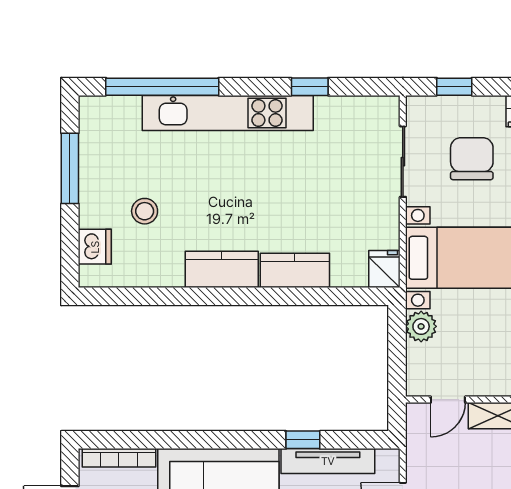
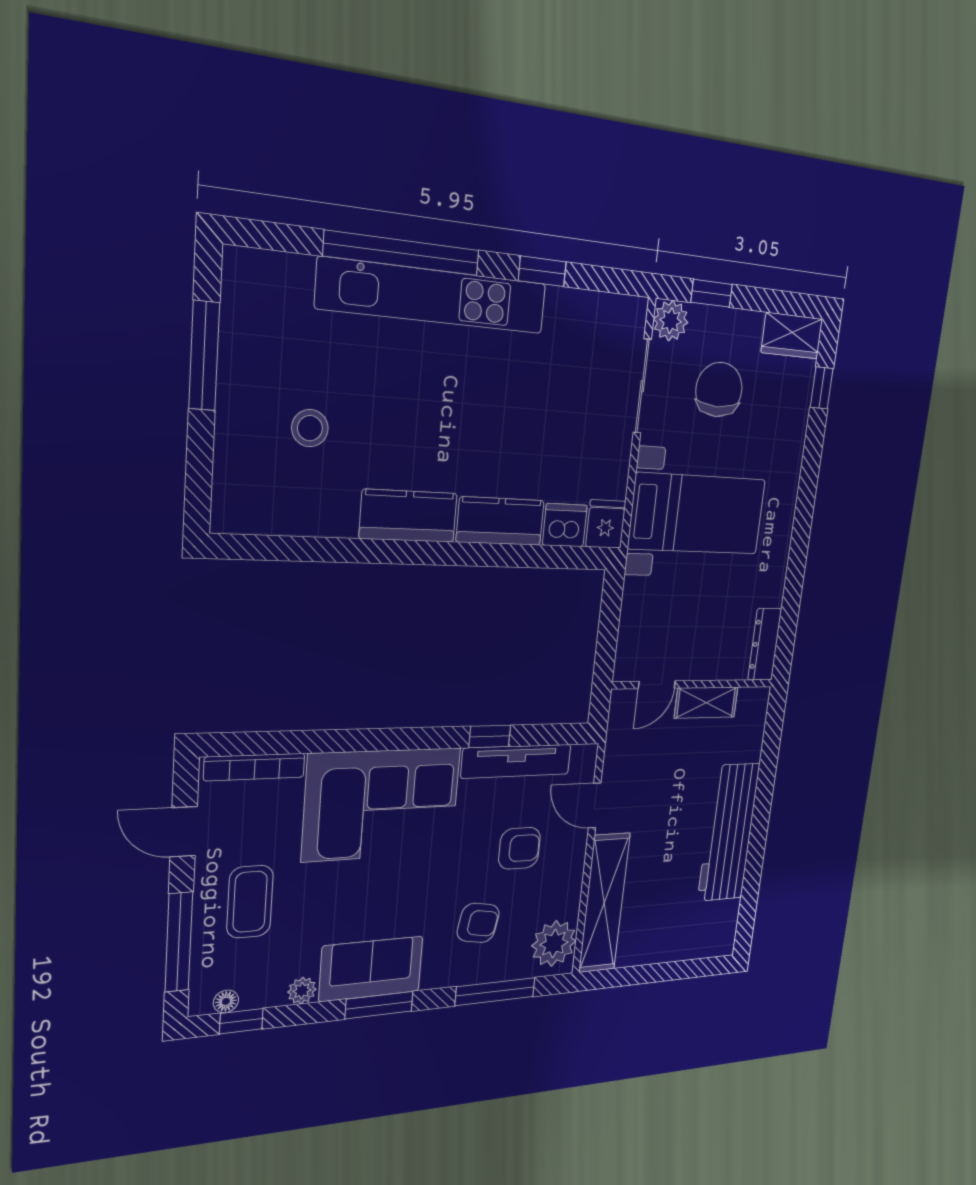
window: (162, 87) -> (402, 253), moved
dishwasher: (95, 247) -> (565, 525), moved, turned -90
plant: (421, 326) -> (671, 321), moved

